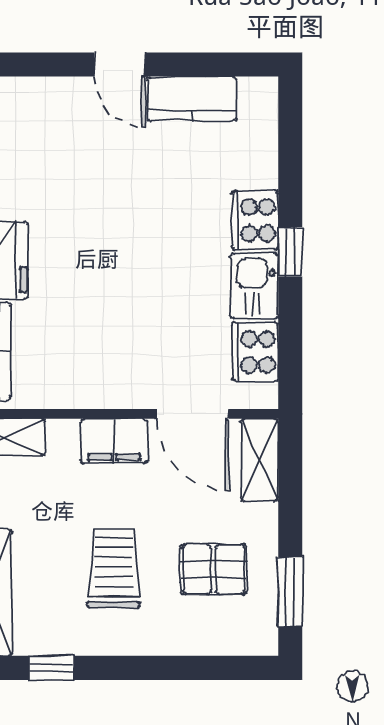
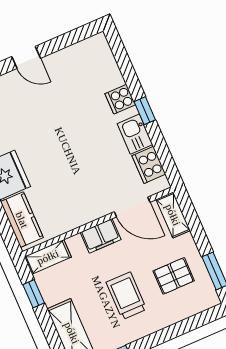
kitchen counter: (192, 99) -> (67, 59), removed
cooker: (255, 220) -> (120, 99), width x0.73

